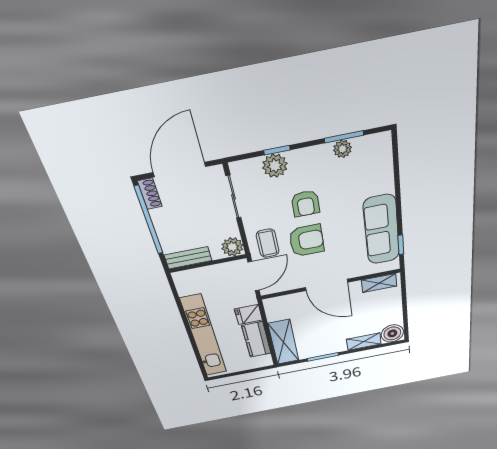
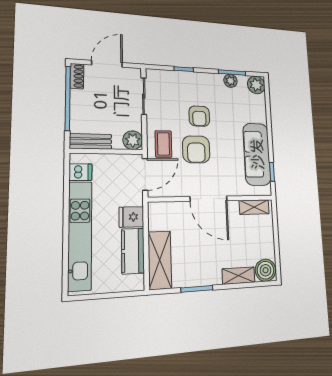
plant: (275, 166) -> (256, 85), moved
door: (179, 170) -> (107, 64), width x0.73
armchair: (306, 241) -> (196, 149), turned 90
dishwasher: (187, 287) -> (80, 172), added

